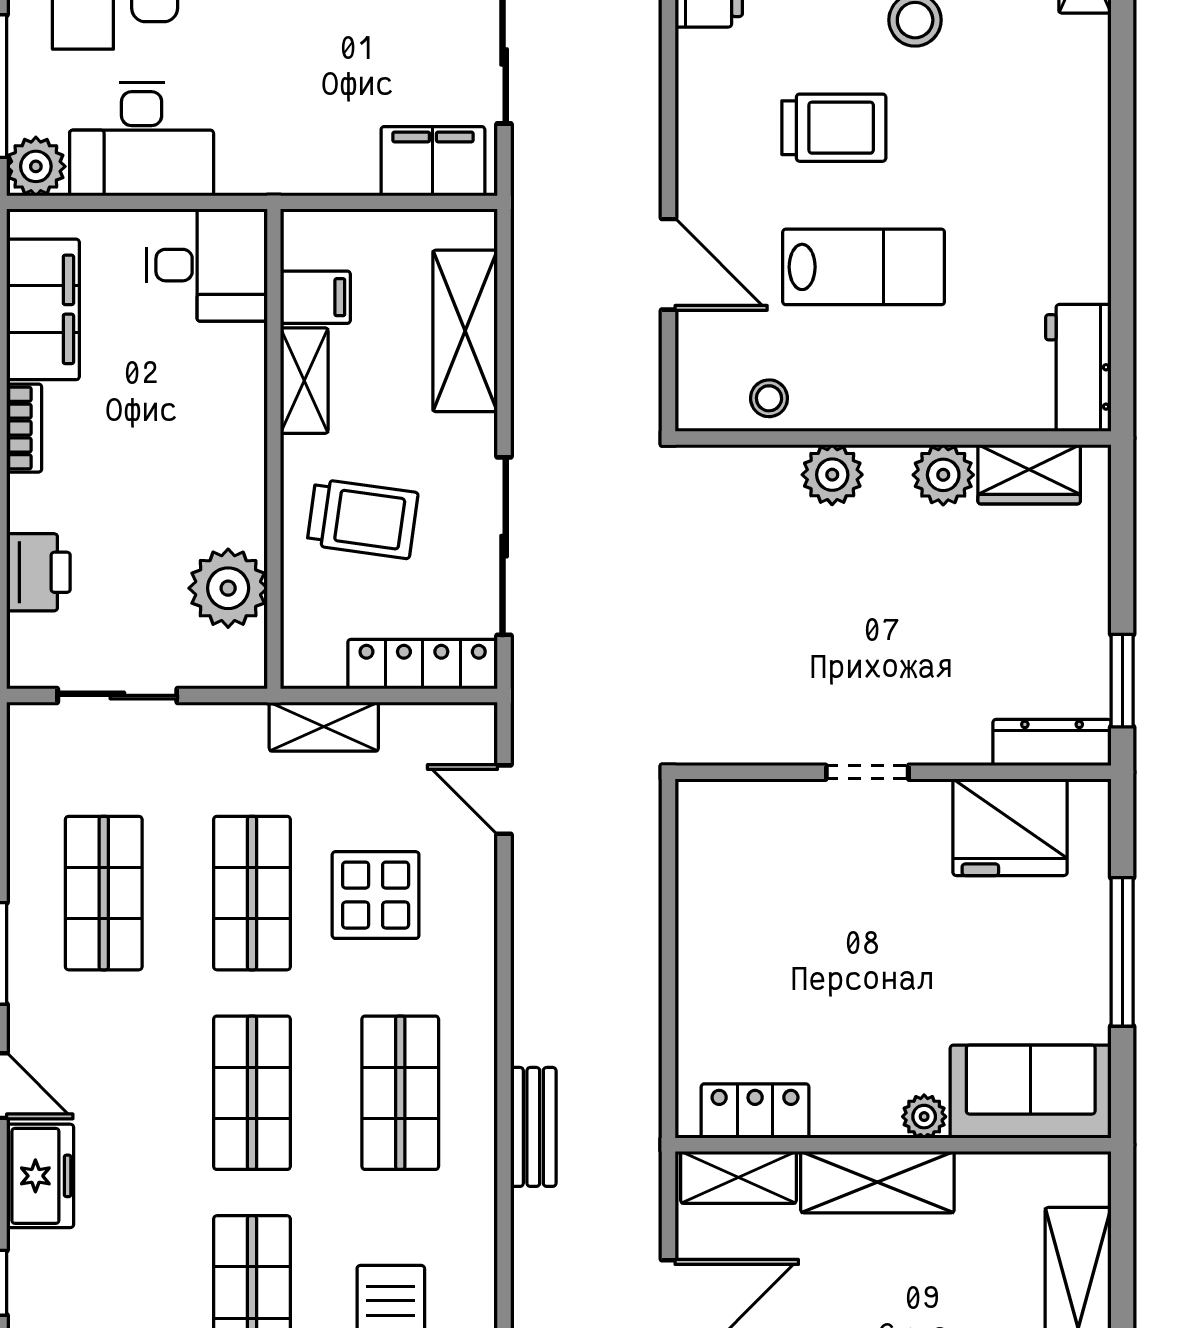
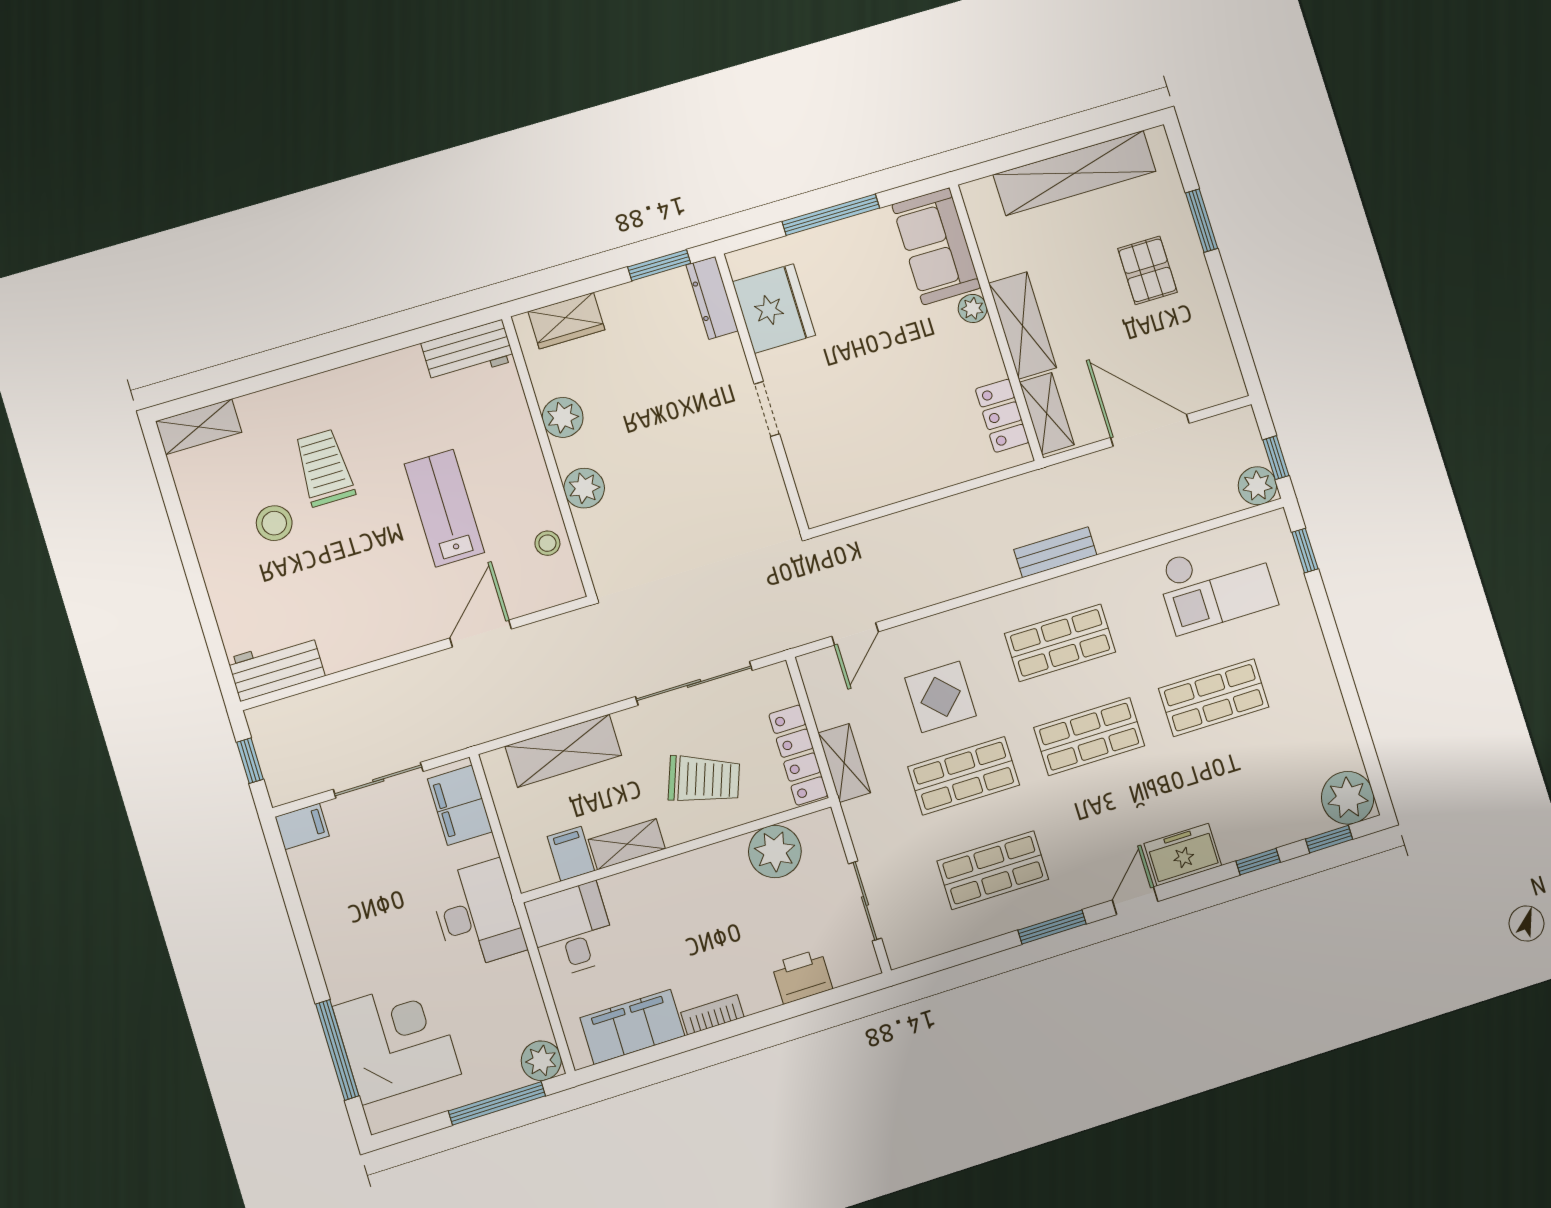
trolley: (834, 128) -> (324, 468), moved
desk: (142, 139) -> (478, 915), moved
wardrobe: (1029, 474) -> (566, 321), moved, turned 90
trolley: (363, 519) -> (704, 779), turned 102
locker: (423, 664) -> (798, 755), moved

